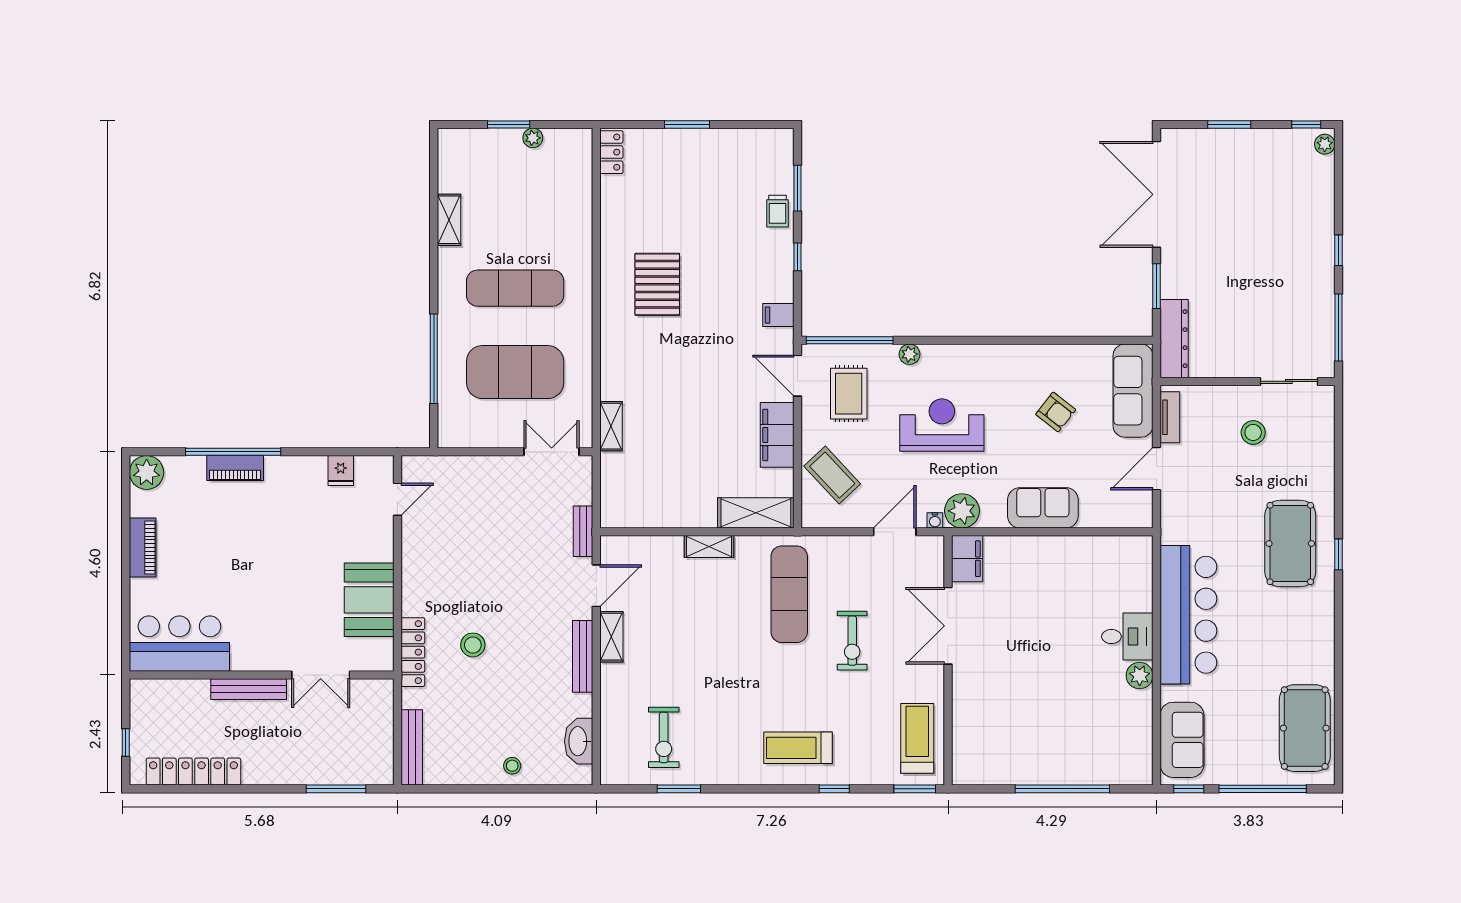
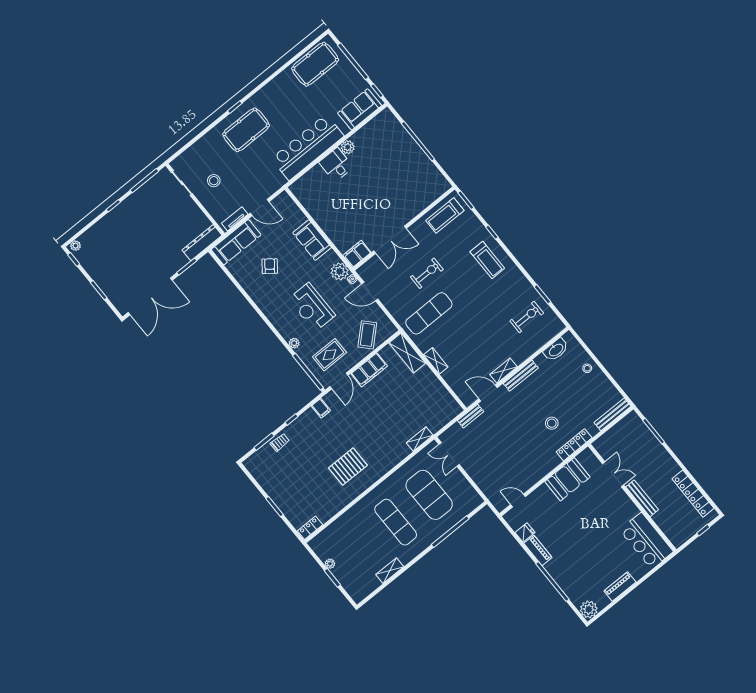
piano: (235, 468) -> (538, 550), moved

